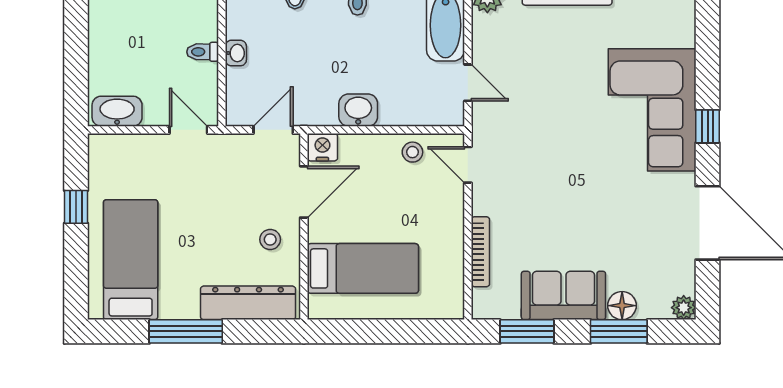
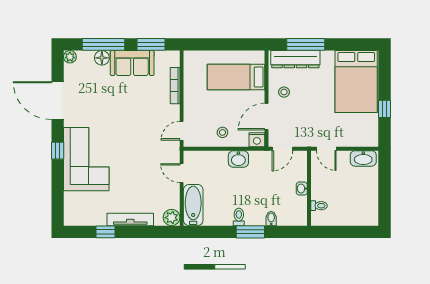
toilet: (203, 52) -> (319, 206), moved
stool: (412, 152) -> (222, 132), moved
door: (468, 165) -> (182, 131), swing flipped
bed: (131, 260) -> (356, 82), width x1.50
window: (186, 331) -> (306, 44), moved
window: (619, 331) -> (103, 44), width x1.44

